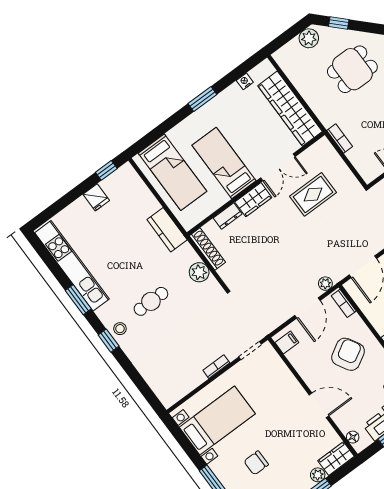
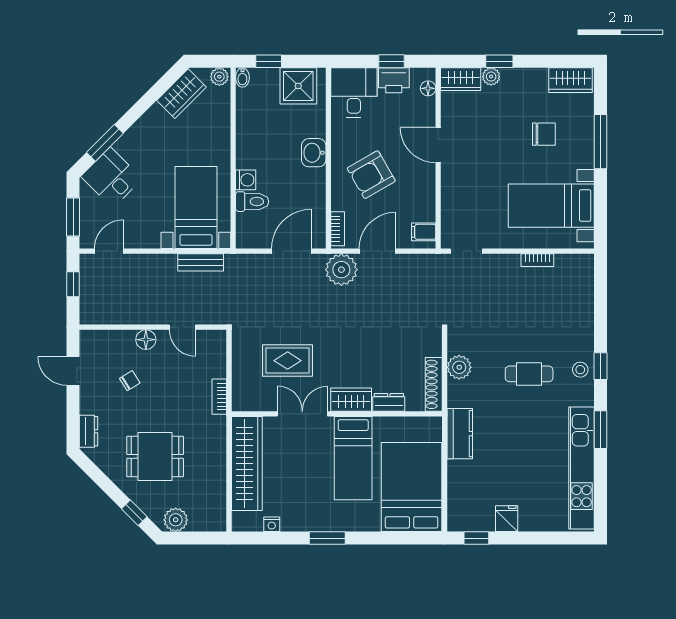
bed: (172, 172) -> (412, 487), width x1.50
plant: (325, 284) -> (341, 270), width x1.88, depth x1.88
bookcase: (216, 367) -> (537, 260), moved

